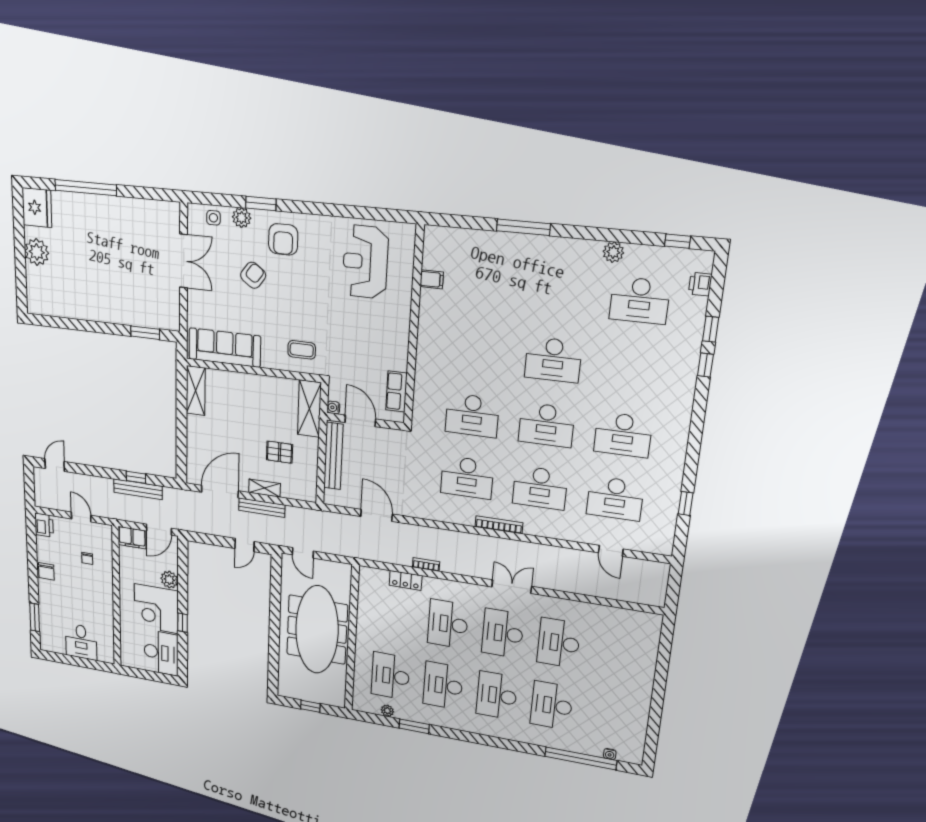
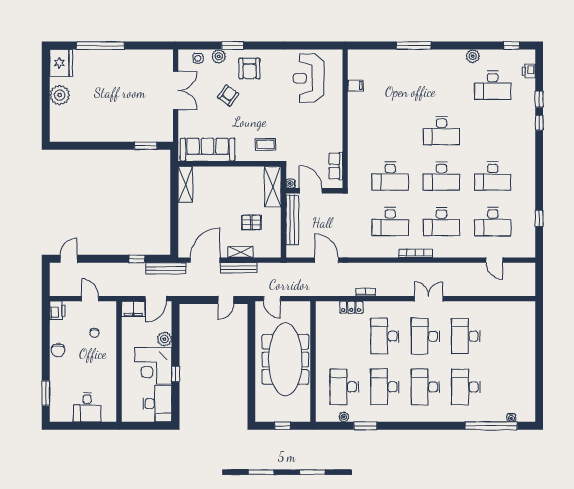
bench: (138, 489) -> (166, 268), moved

